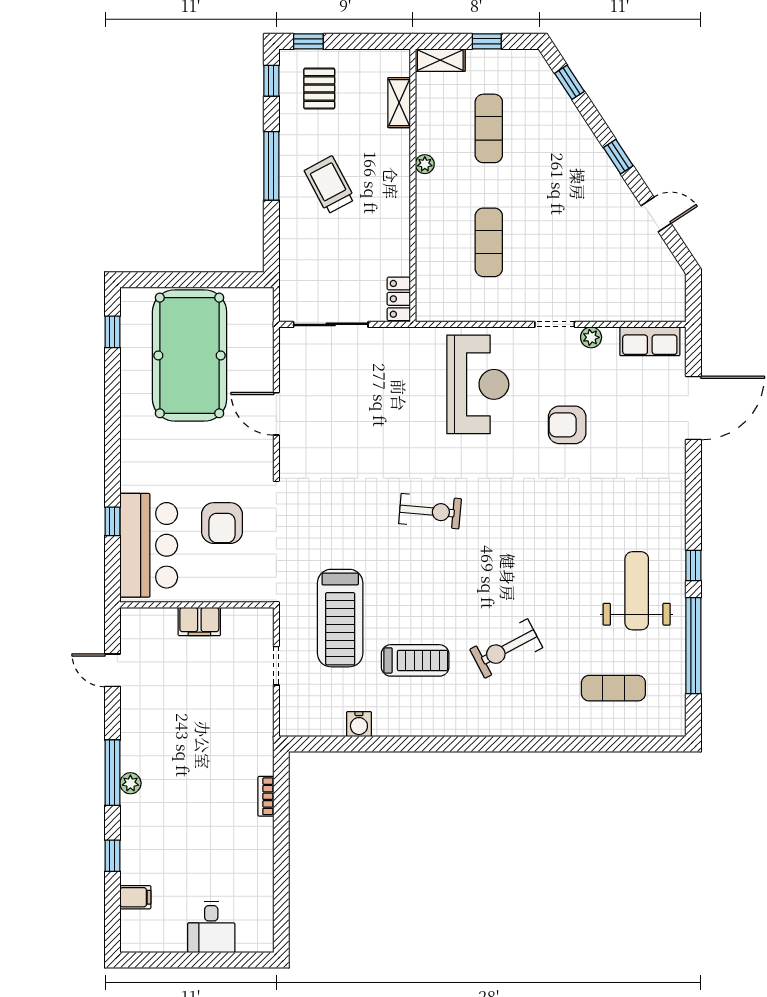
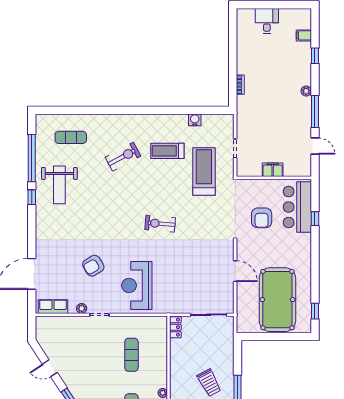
armchair: (567, 425) -> (93, 266), turned 149
armchair: (222, 523) -> (262, 218), turned 180
window: (112, 773) -> (315, 112), moved

